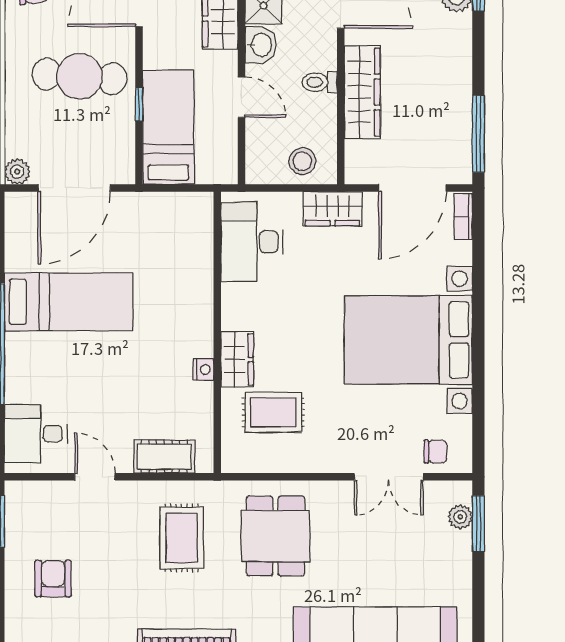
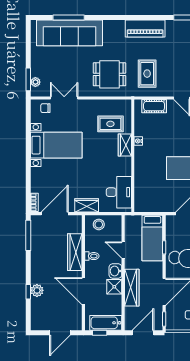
bed with nightstands: (408, 340) -> (56, 145), width x0.73
dining table: (276, 536) -> (109, 74), turned 90

